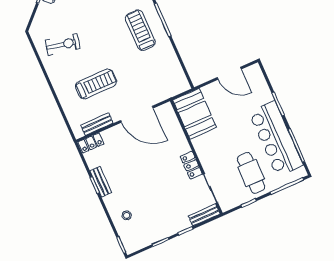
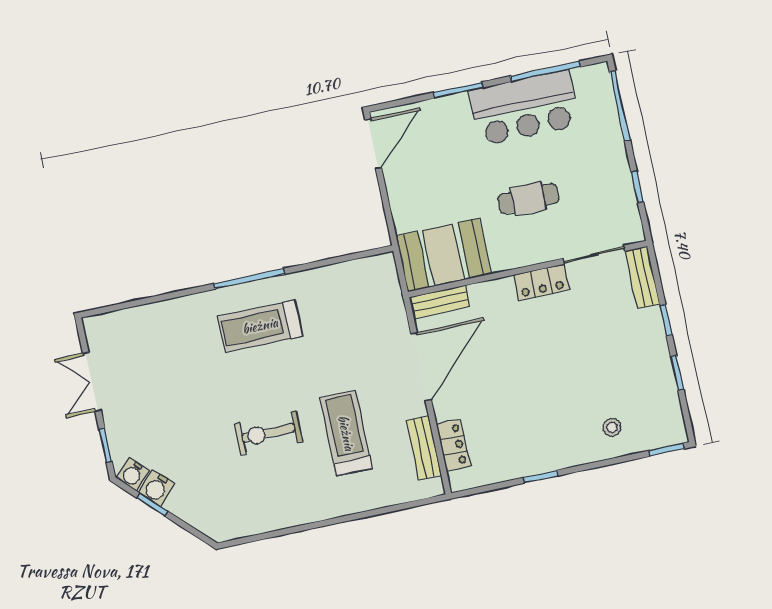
exercise bike: (63, 44) -> (268, 433), moved, turned -102
door: (229, 73) -> (373, 144), moved
bar counter: (276, 139) -> (524, 108), width x0.73
locker: (91, 143) -> (453, 445), moved
cafe table: (251, 173) -> (528, 199), moved, width x0.73, depth x0.74
bench: (101, 182) -> (439, 302), moved

